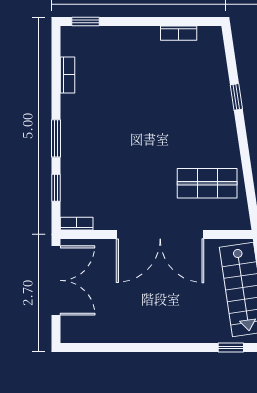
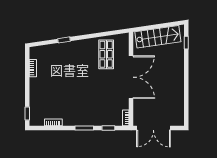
double door: (56, 280) -> (153, 128), swing flipped

